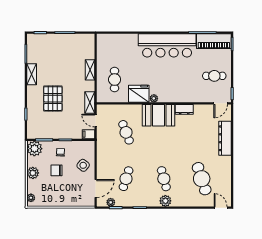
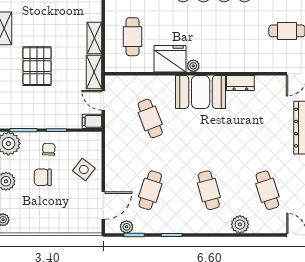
shelving: (90, 70) -> (94, 38), moved
cafe table: (202, 179) -> (267, 190), width x0.73, depth x0.74
plant: (165, 201) -> (240, 224), moved

